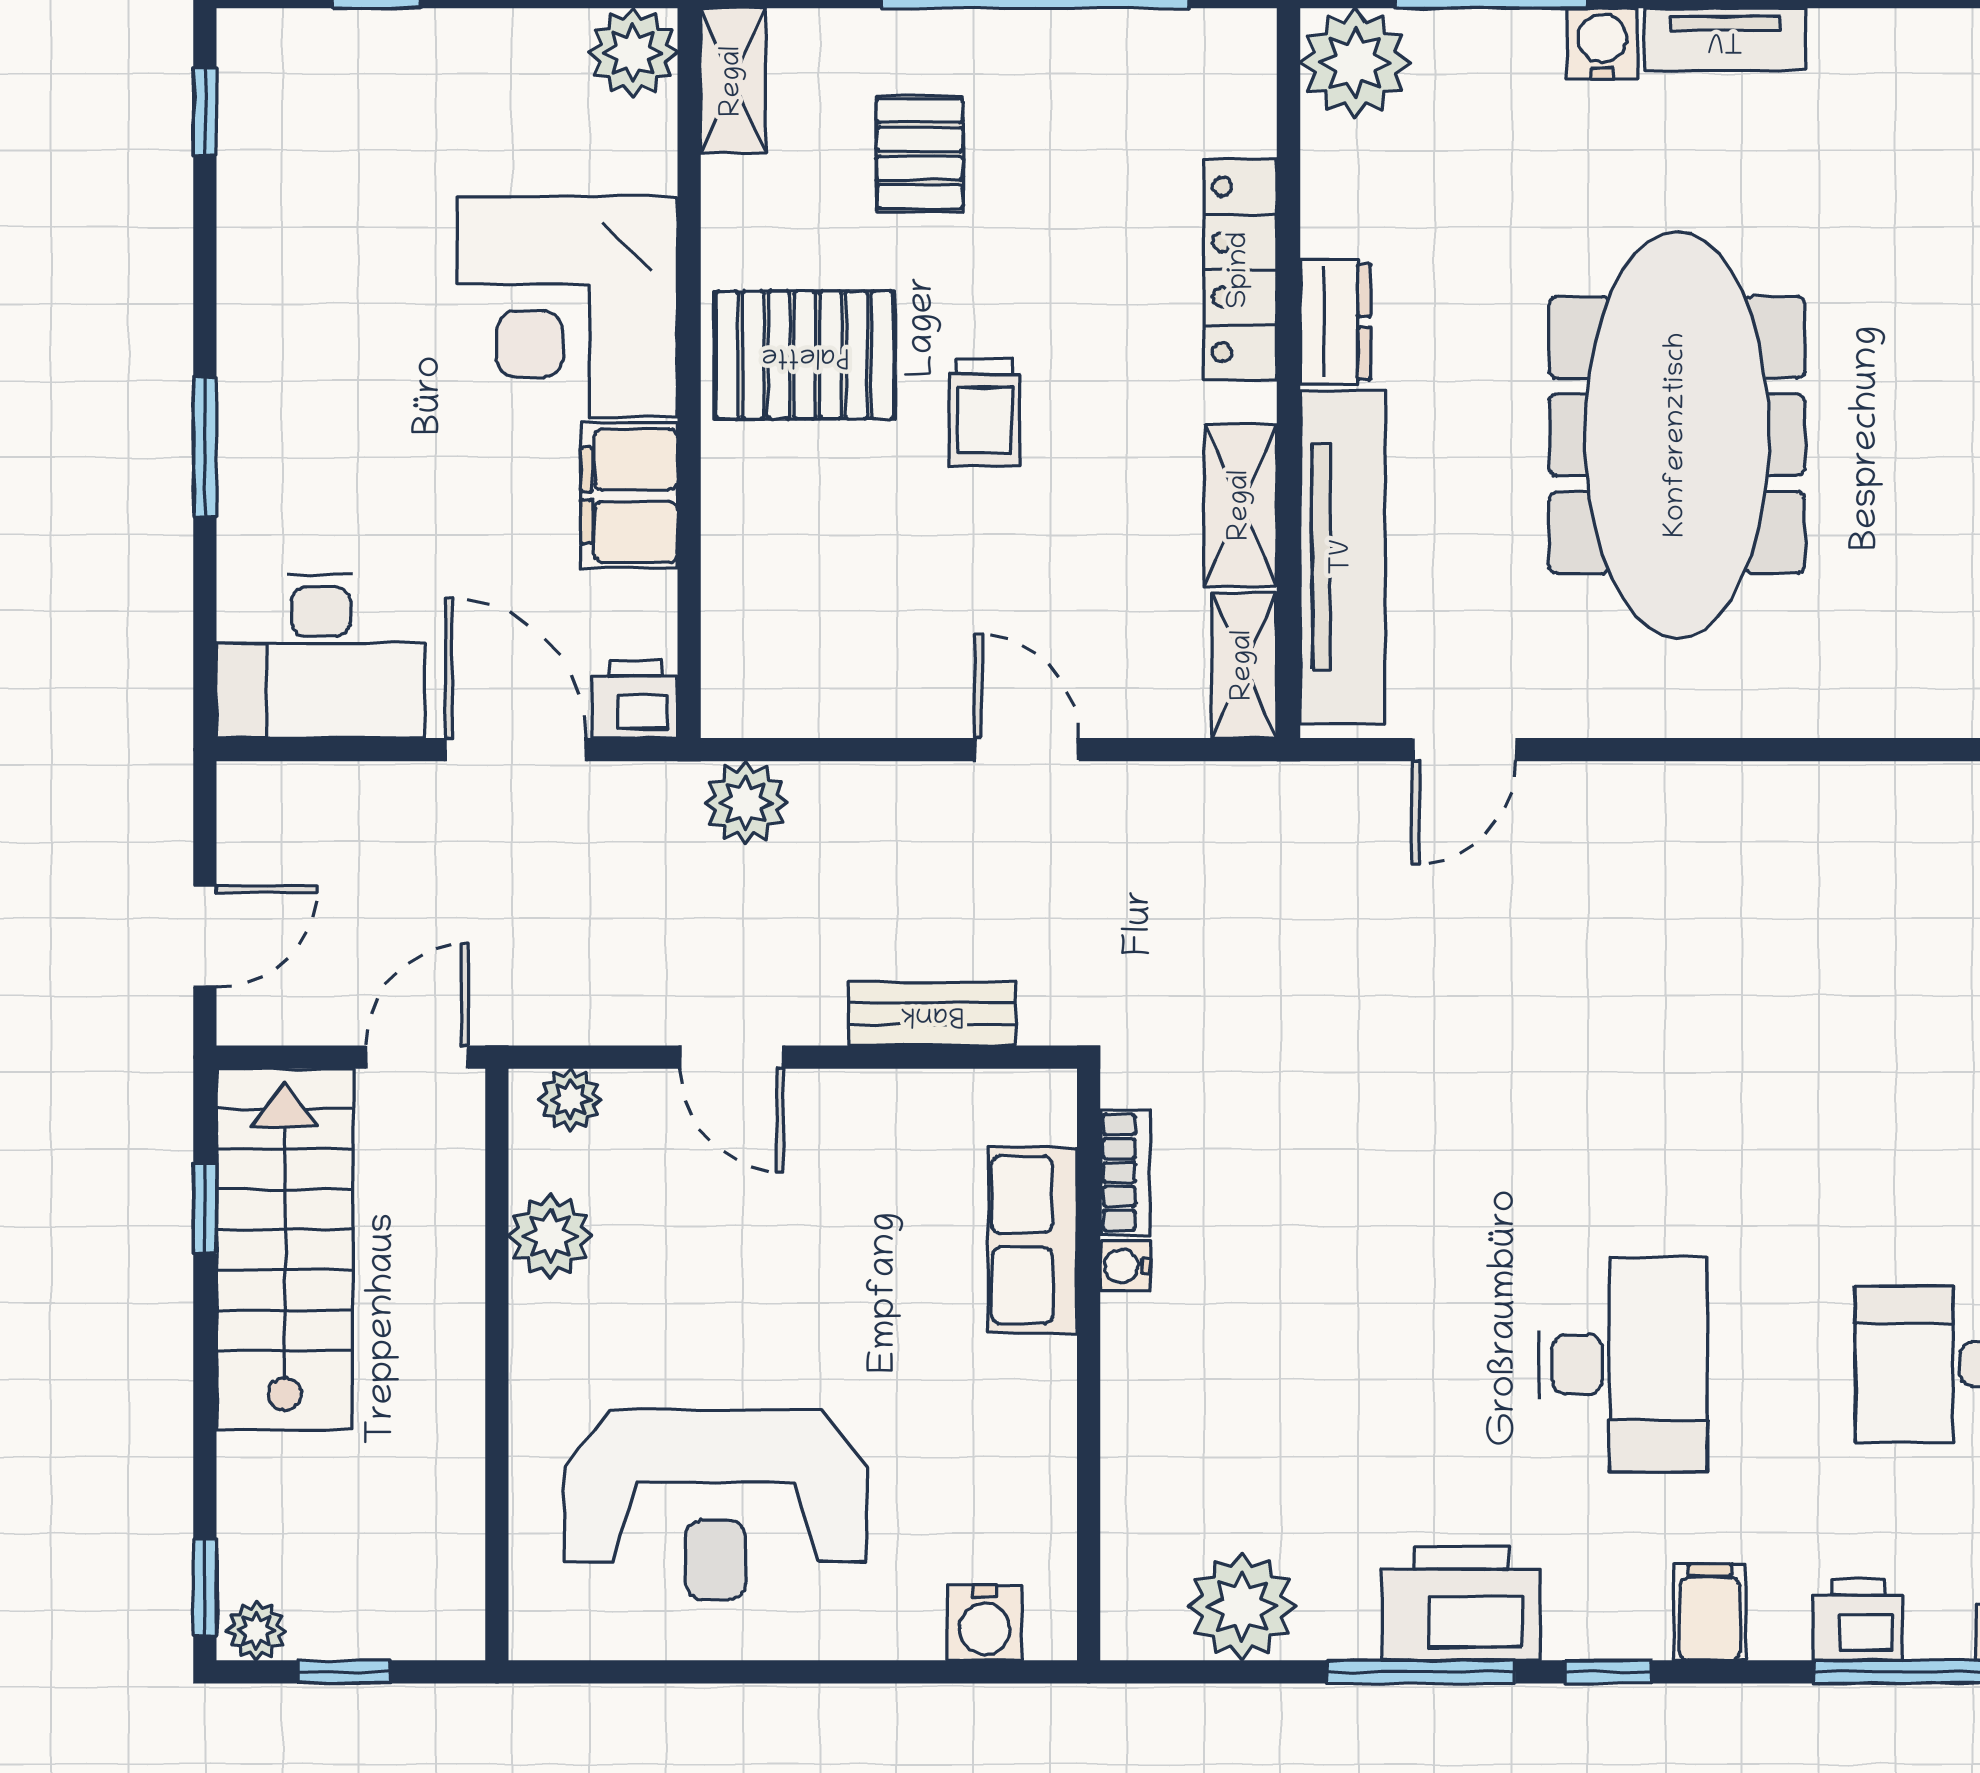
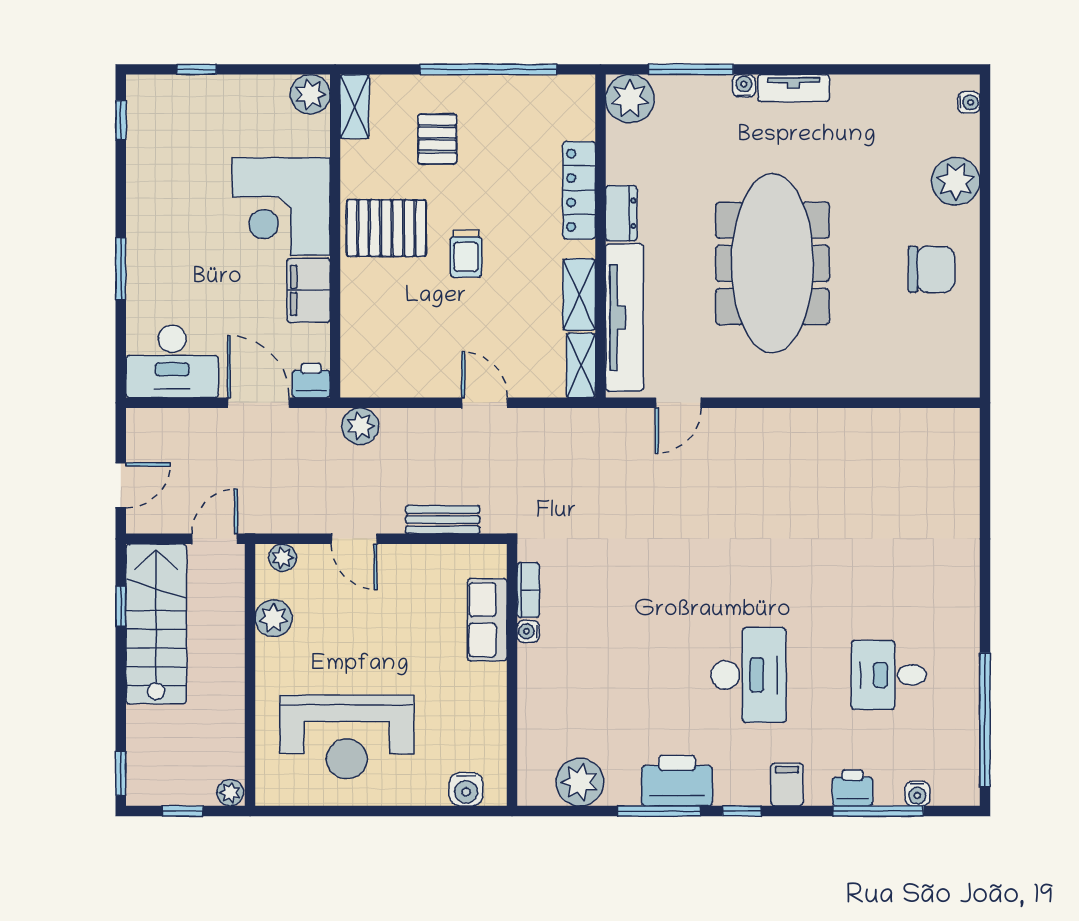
water cooler: (1602, 44) -> (744, 86), width x0.72, depth x0.72
plant: (256, 1630) -> (230, 793), moved

